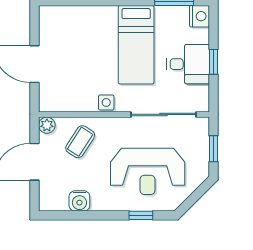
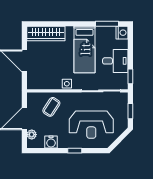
wardrobe: (71, 18) -> (46, 34), added
window: (214, 62) -> (130, 76), moved
plant: (47, 125) -> (32, 135), moved
window: (141, 215) -> (75, 151), moved

